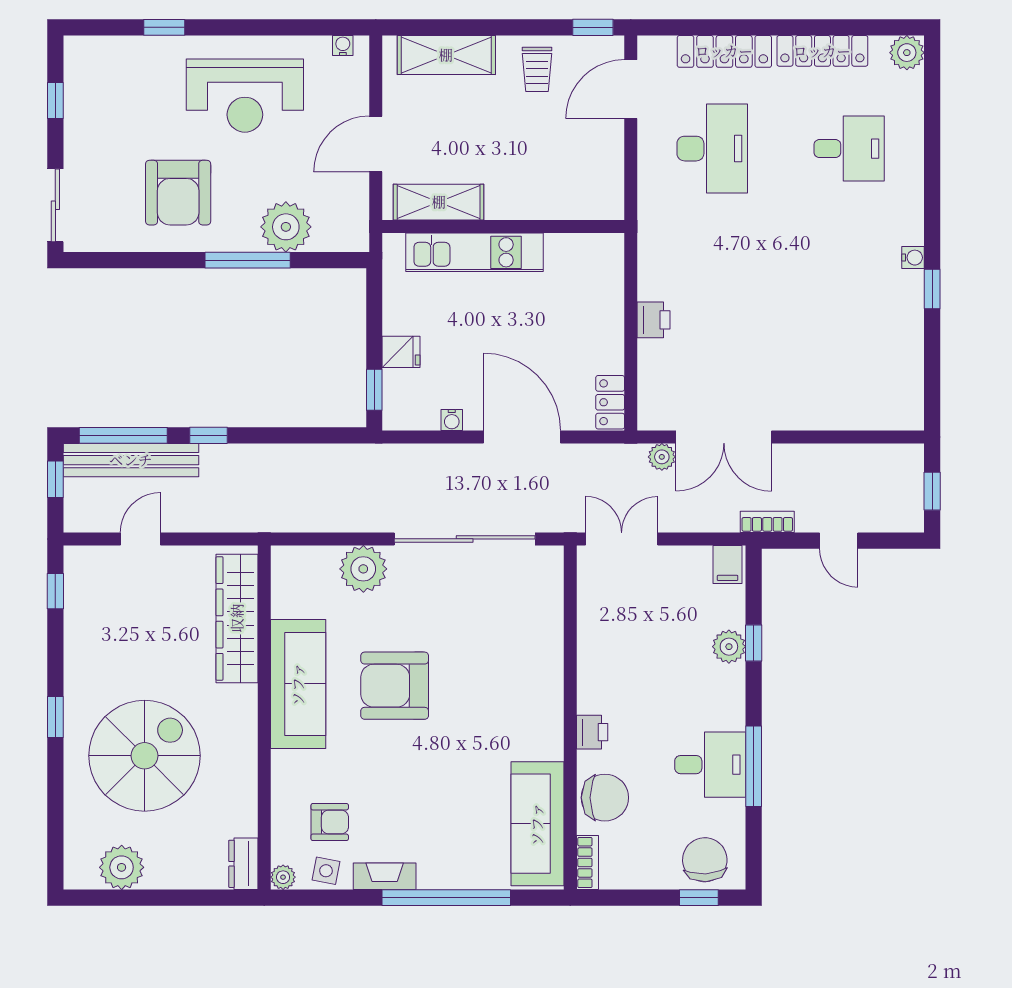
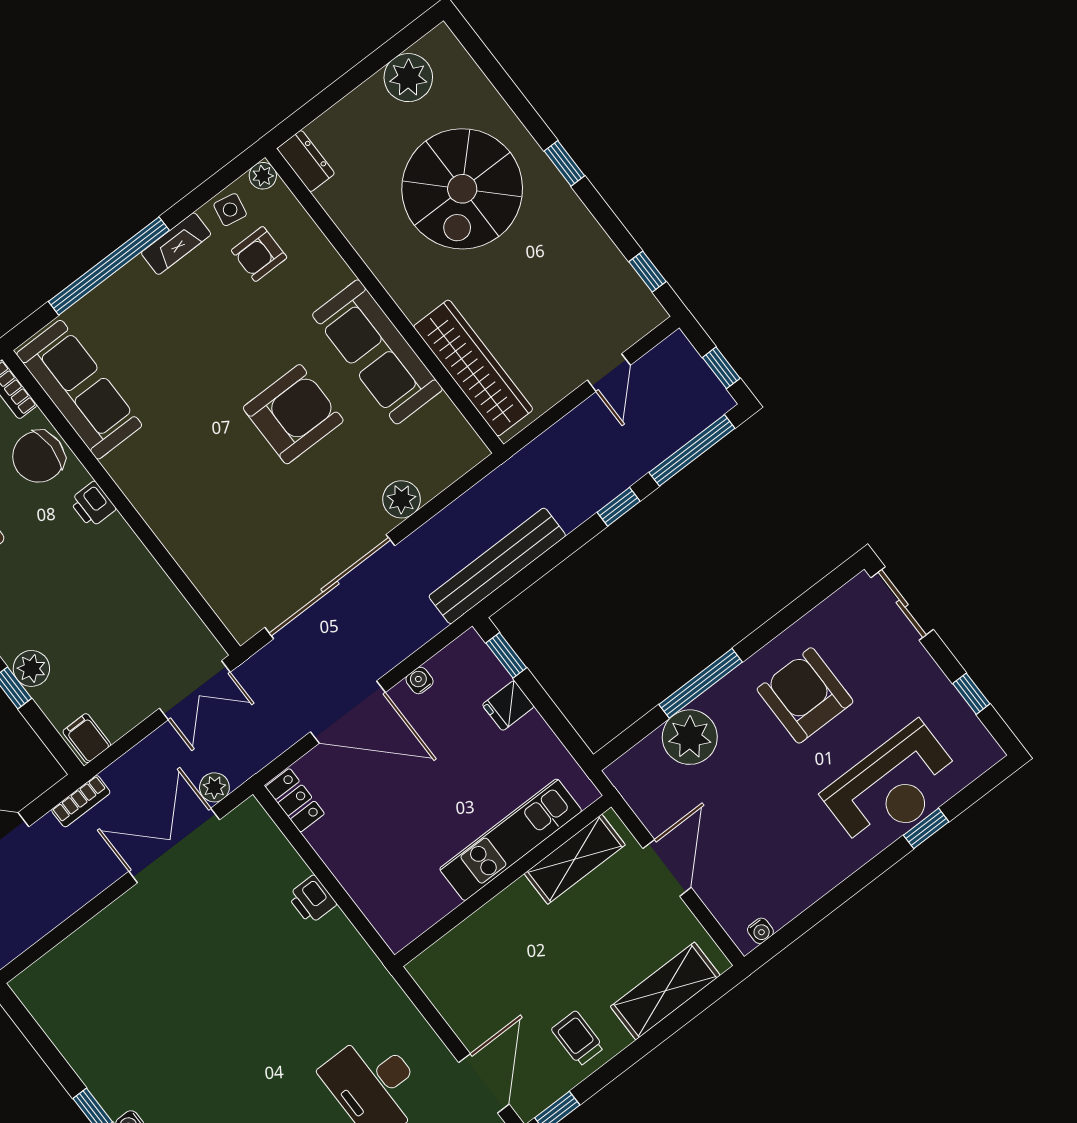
reception desk: (245, 96) -> (893, 787), moved, turned 180
bench: (131, 460) -> (497, 566), moved
plant: (363, 569) -> (401, 499), width x0.73, depth x0.73

